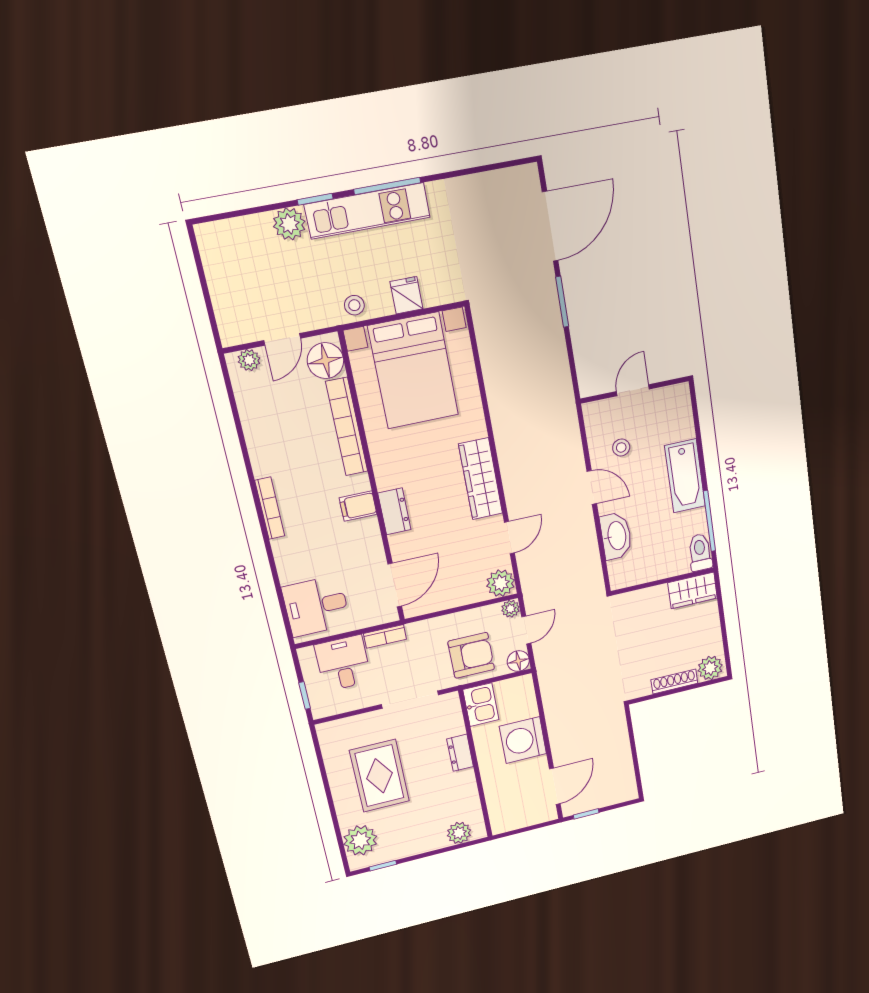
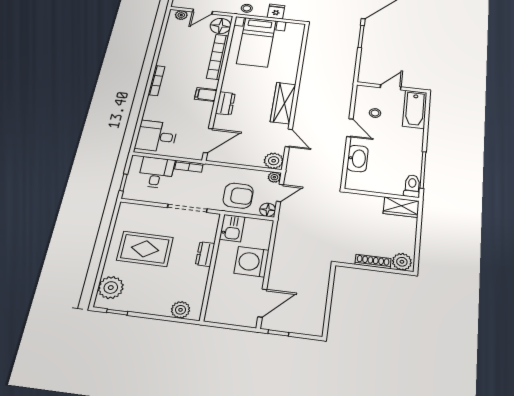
bed with nightstands: (413, 371) -> (257, 42), width x0.73
bathtub: (685, 476) -> (415, 109), moved
door: (509, 538) -> (289, 138), hinge flipped
rug: (379, 776) -> (145, 249), turned 90

